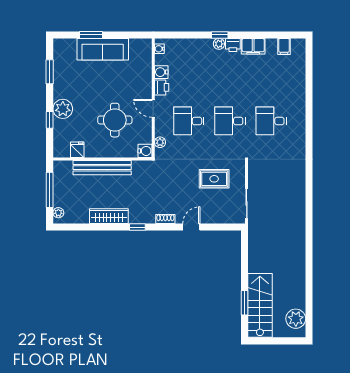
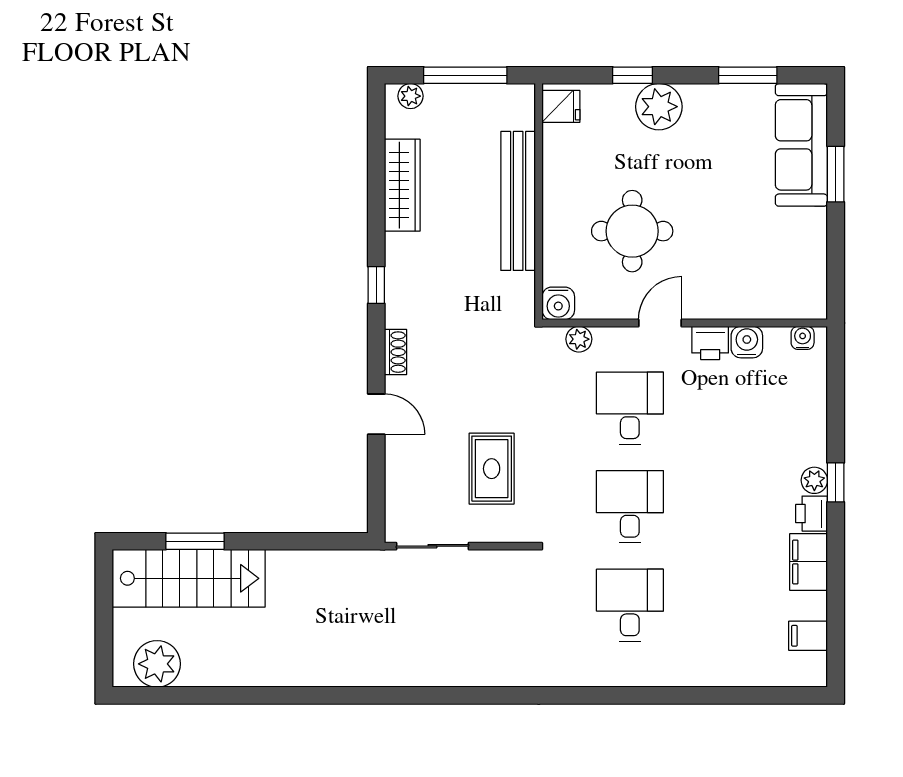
sofa: (103, 49) -> (801, 145), moved
fridge: (77, 150) -> (561, 106), moved
wardrobe: (109, 216) -> (402, 185), moved

